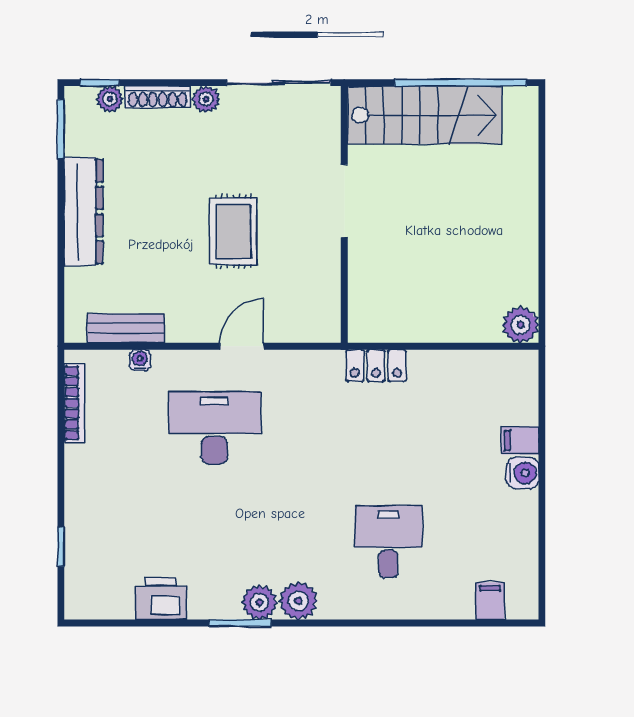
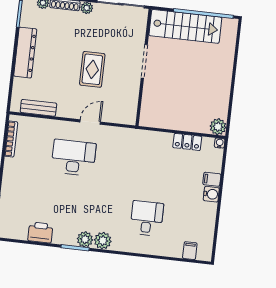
water cooler: (140, 360) -> (220, 143), moved
locker: (376, 366) -> (187, 142), moved

